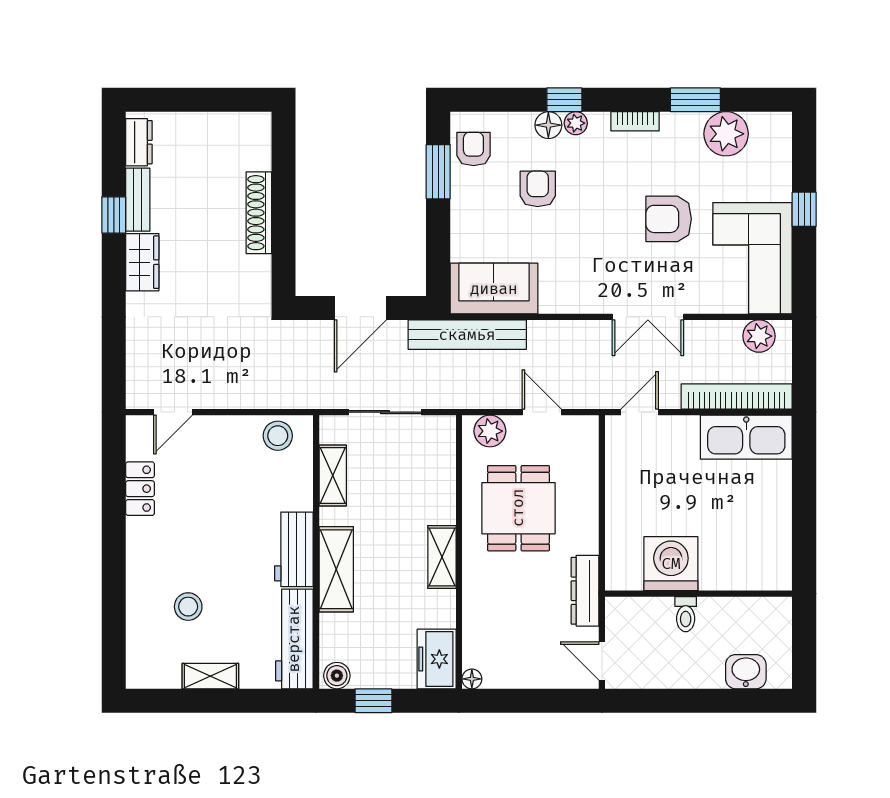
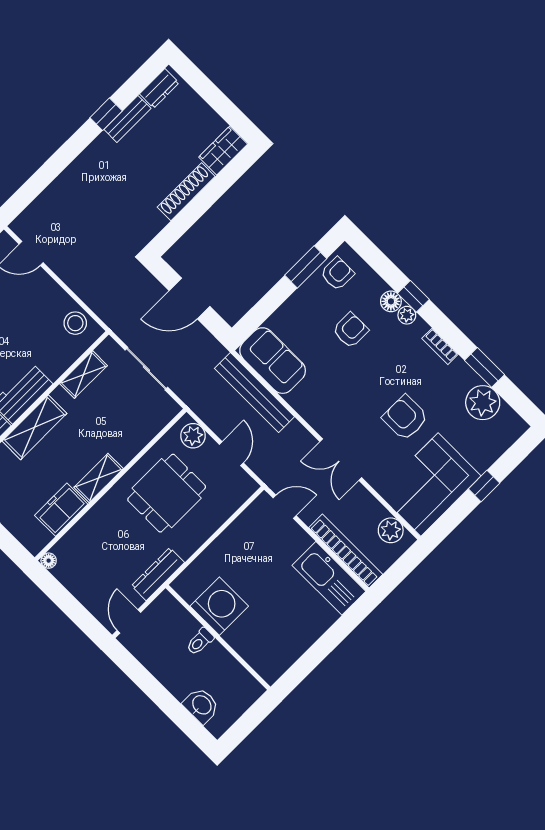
wardrobe: (142, 262) -> (223, 151), moved, turned 180
bench: (467, 335) -> (254, 392), moved
freezer: (437, 659) -> (61, 510), moved

